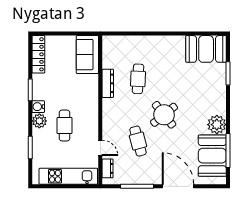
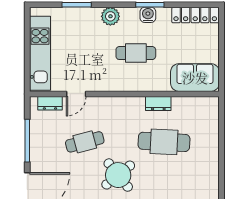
cafe table: (138, 79) -> (164, 142), width x1.37, depth x1.35
dresser: (108, 83) -> (158, 103), width x0.70
water cooler: (38, 107) -> (148, 15), moved
cafe table: (64, 126) -> (136, 53), moved

